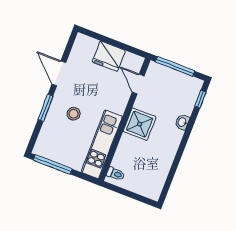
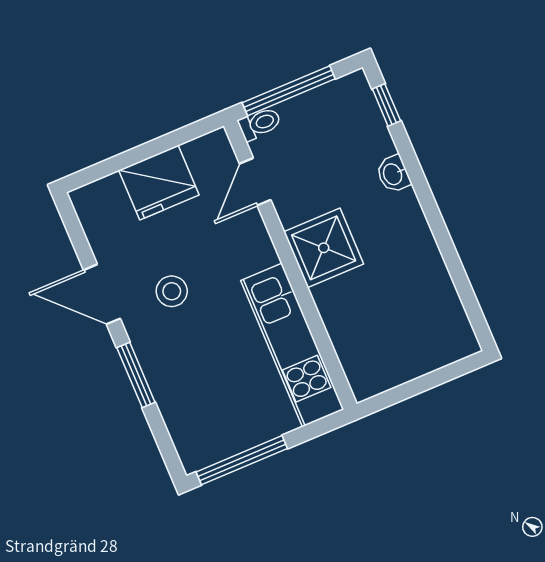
door: (138, 84) -> (255, 182), hinge flipped
stool: (74, 114) -> (172, 291), moved
toilet: (116, 174) -> (260, 124), moved

